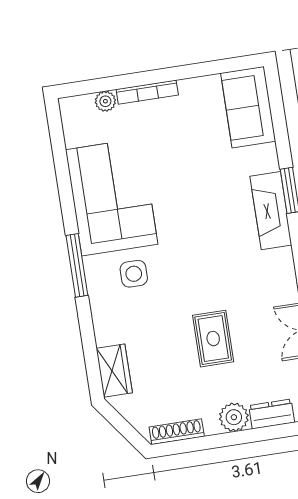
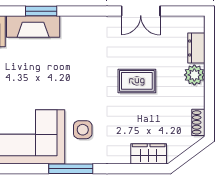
fireplace: (271, 211) -> (33, 26), moved
shoe rack: (177, 432) -> (198, 122), width x0.70

